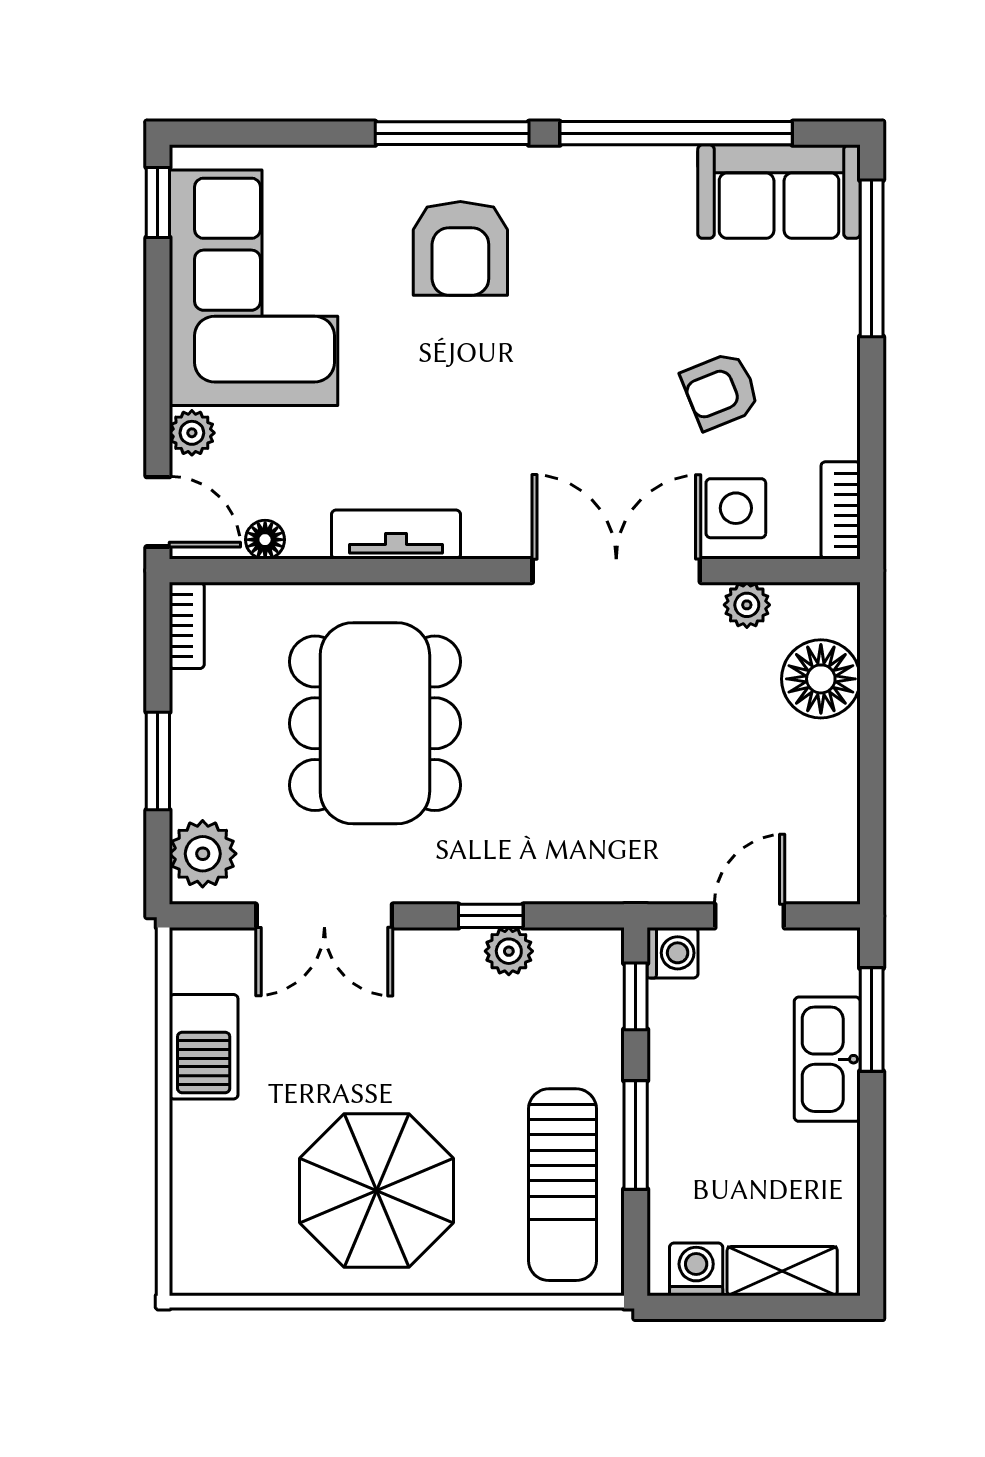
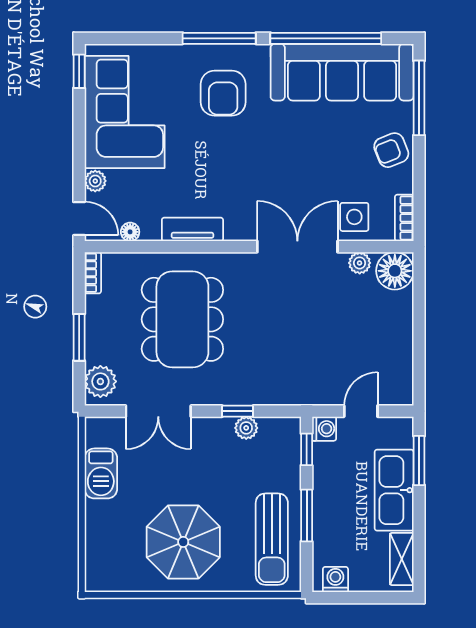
sofa: (779, 192) -> (342, 72), width x1.85, depth x1.27
armchair: (721, 391) -> (391, 150), moved
floor lamp: (821, 679) -> (395, 271), moved
kitchen sink: (827, 1059) -> (394, 490), width x1.36, depth x1.24
shelving: (782, 1271) -> (402, 559), moved, turned 90

